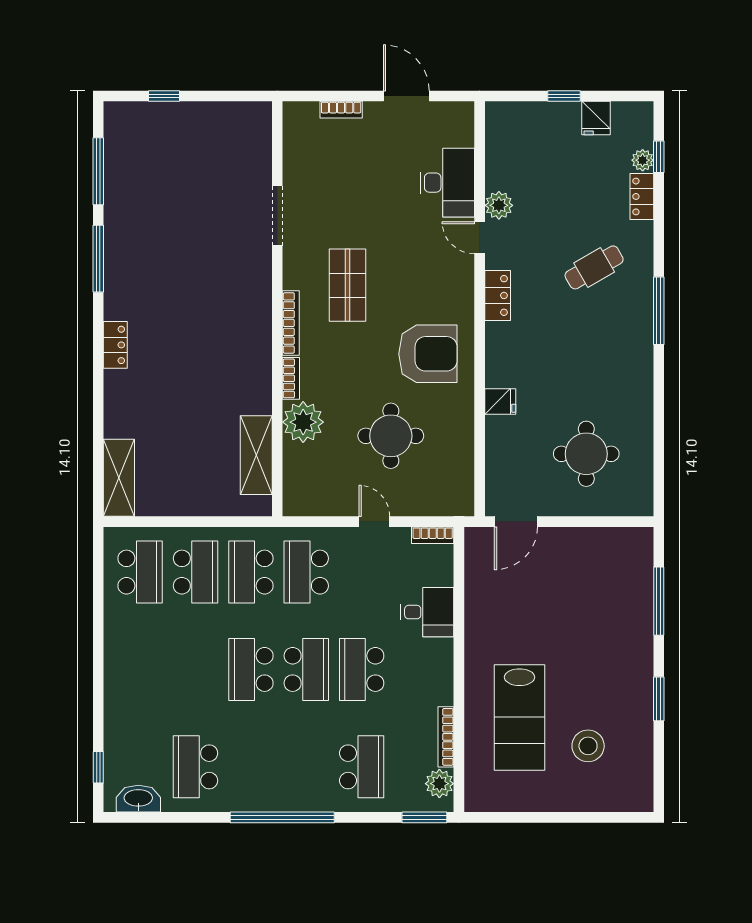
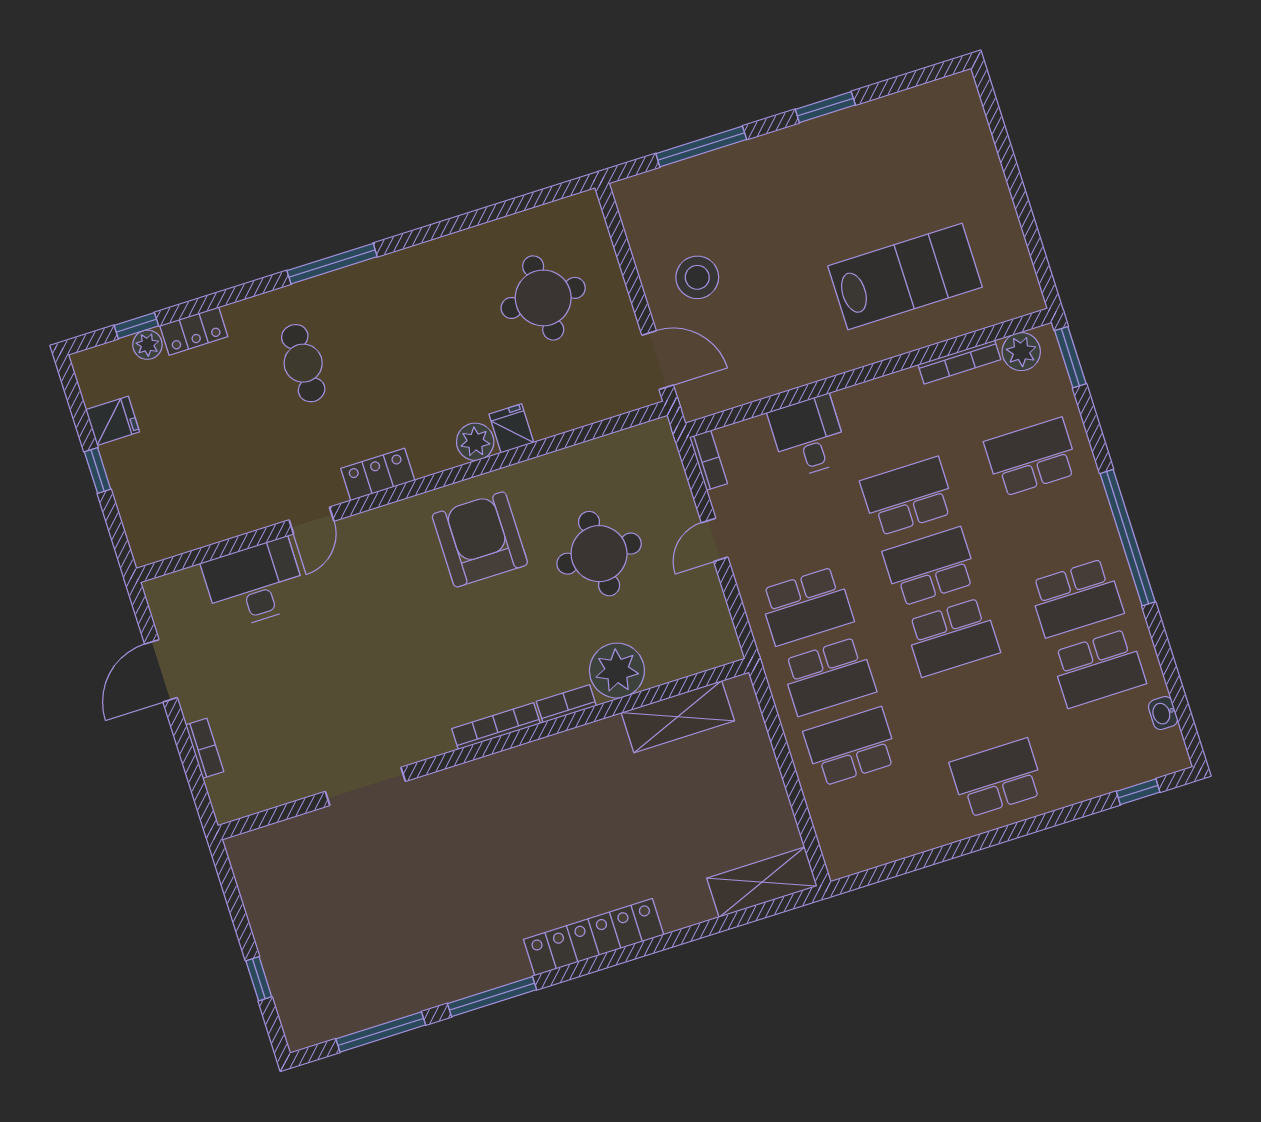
plant: (499, 205) -> (475, 442), moved
cafe table: (594, 267) -> (303, 363), turned 30
shop shelf: (347, 285) -> (425, 669), removed
locker: (115, 345) -> (594, 937), width x2.16, depth x1.21
school desk: (140, 572) -> (997, 778), moved
school desk: (362, 669) -> (908, 496), turned 180
stool: (588, 746) -> (697, 277), moved
school desk: (251, 767) -> (1076, 598), added
washbasin: (138, 799) -> (1163, 713), width x0.52, depth x0.69

